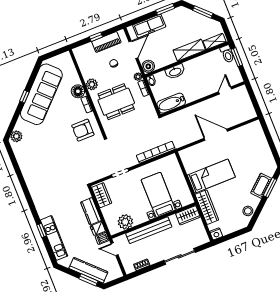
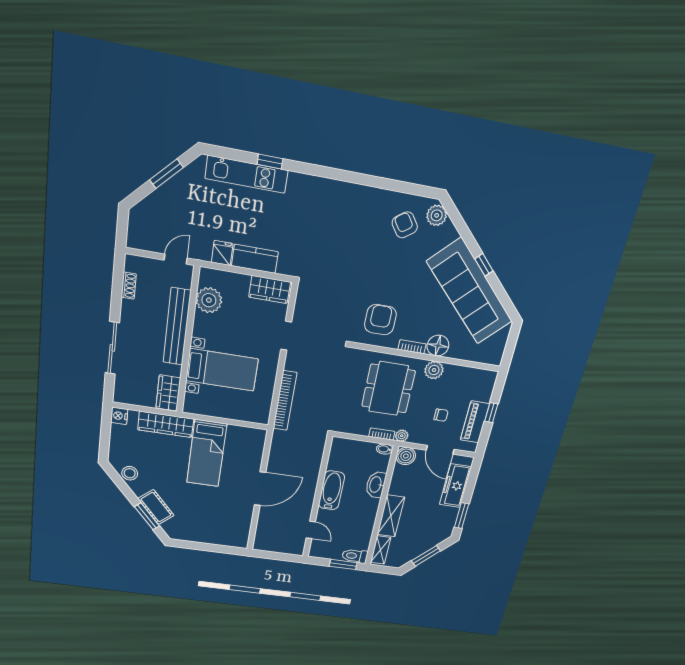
bathtub: (171, 103) -> (331, 490), moved
armchair: (30, 149) -> (405, 225), added
dishwasher: (102, 238) -> (203, 250), removed
kitchen counter: (88, 270) -> (164, 198), removed
window: (88, 280) -> (166, 174), moved

